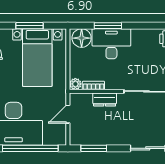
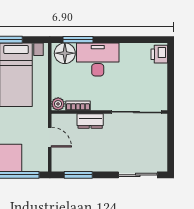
window: (108, 26) -> (78, 40), moved
door: (68, 114) -> (50, 137), swing flipped

